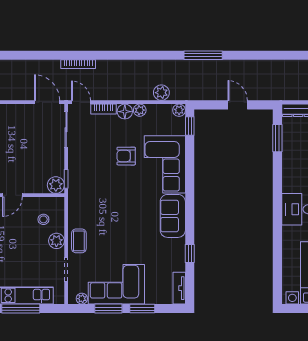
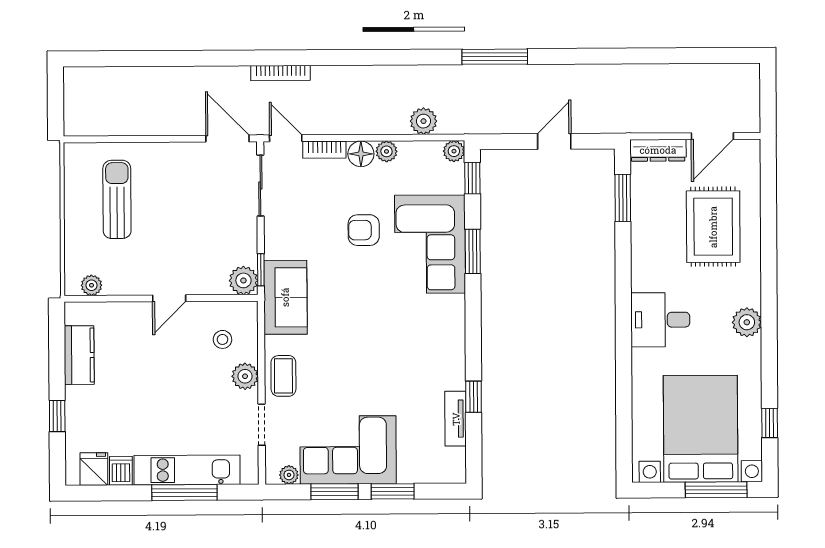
door: (238, 105) -> (554, 141), hinge flipped
window: (190, 169) -> (473, 251), added
sofa: (173, 216) -> (285, 297), moved, turned 180
tv unit: (179, 288) -> (456, 419), moved

